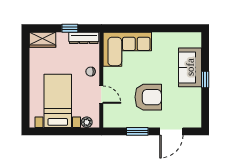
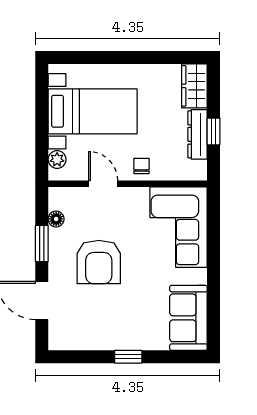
dresser: (84, 38) -> (198, 134), moved
sofa: (190, 67) -> (188, 318), moved, turned -90
door: (101, 95) -> (103, 184), swing flipped
floor lamp: (122, 123) -> (56, 219), added

